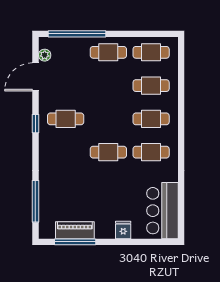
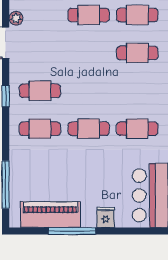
cafe table: (151, 119) -> (40, 129), moved
piano: (75, 230) -> (50, 215), width x1.37, depth x1.33
window: (75, 242) -> (72, 231), moved

